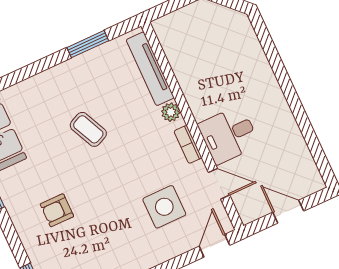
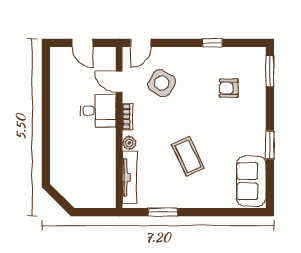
coffee table: (88, 129) -> (188, 156), width x1.36, depth x1.30
side table: (164, 207) -> (162, 83), turned 30
armchair: (57, 210) -> (229, 88), moved, turned 180

